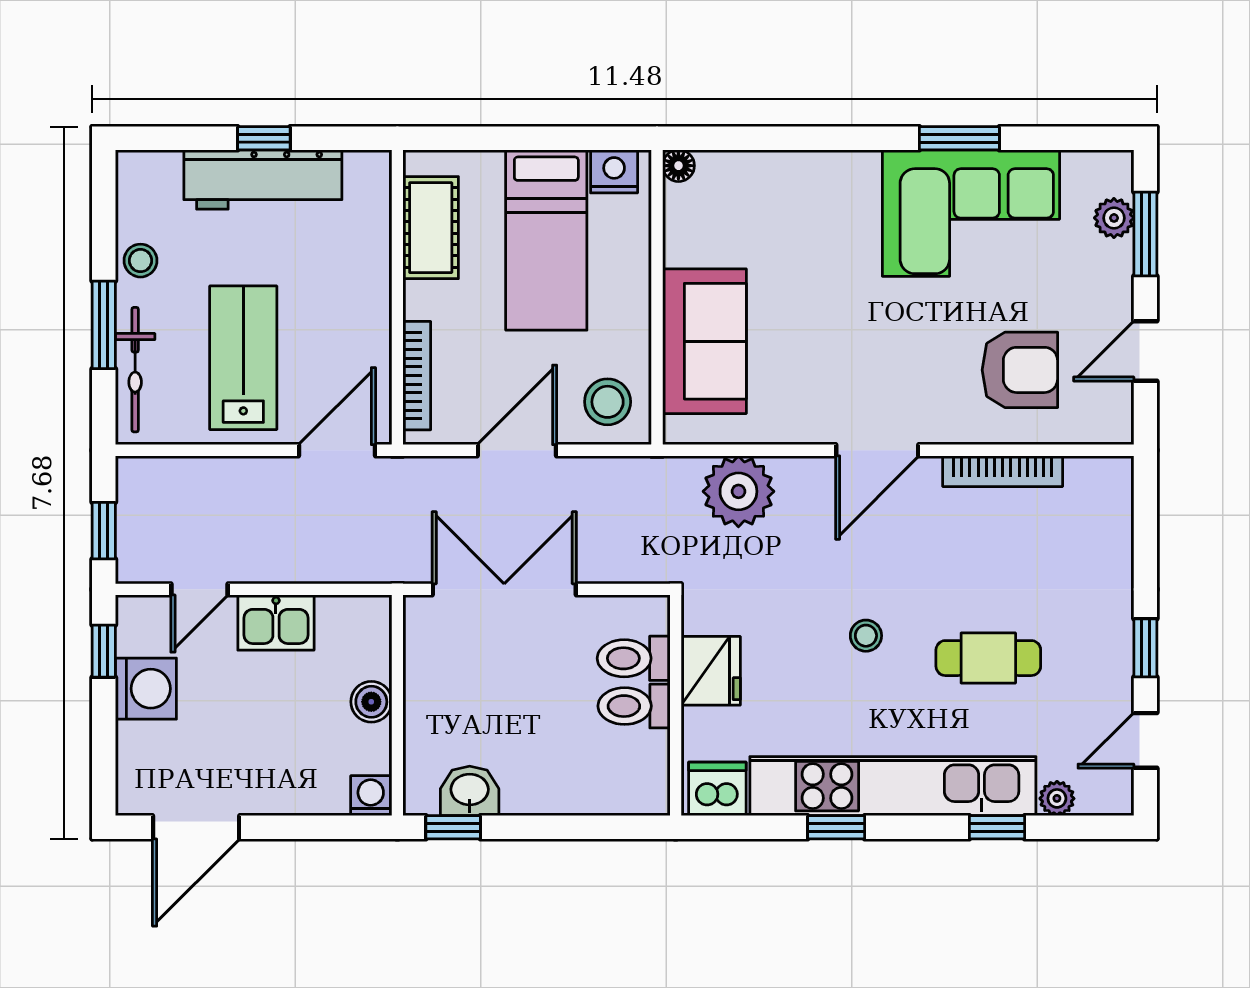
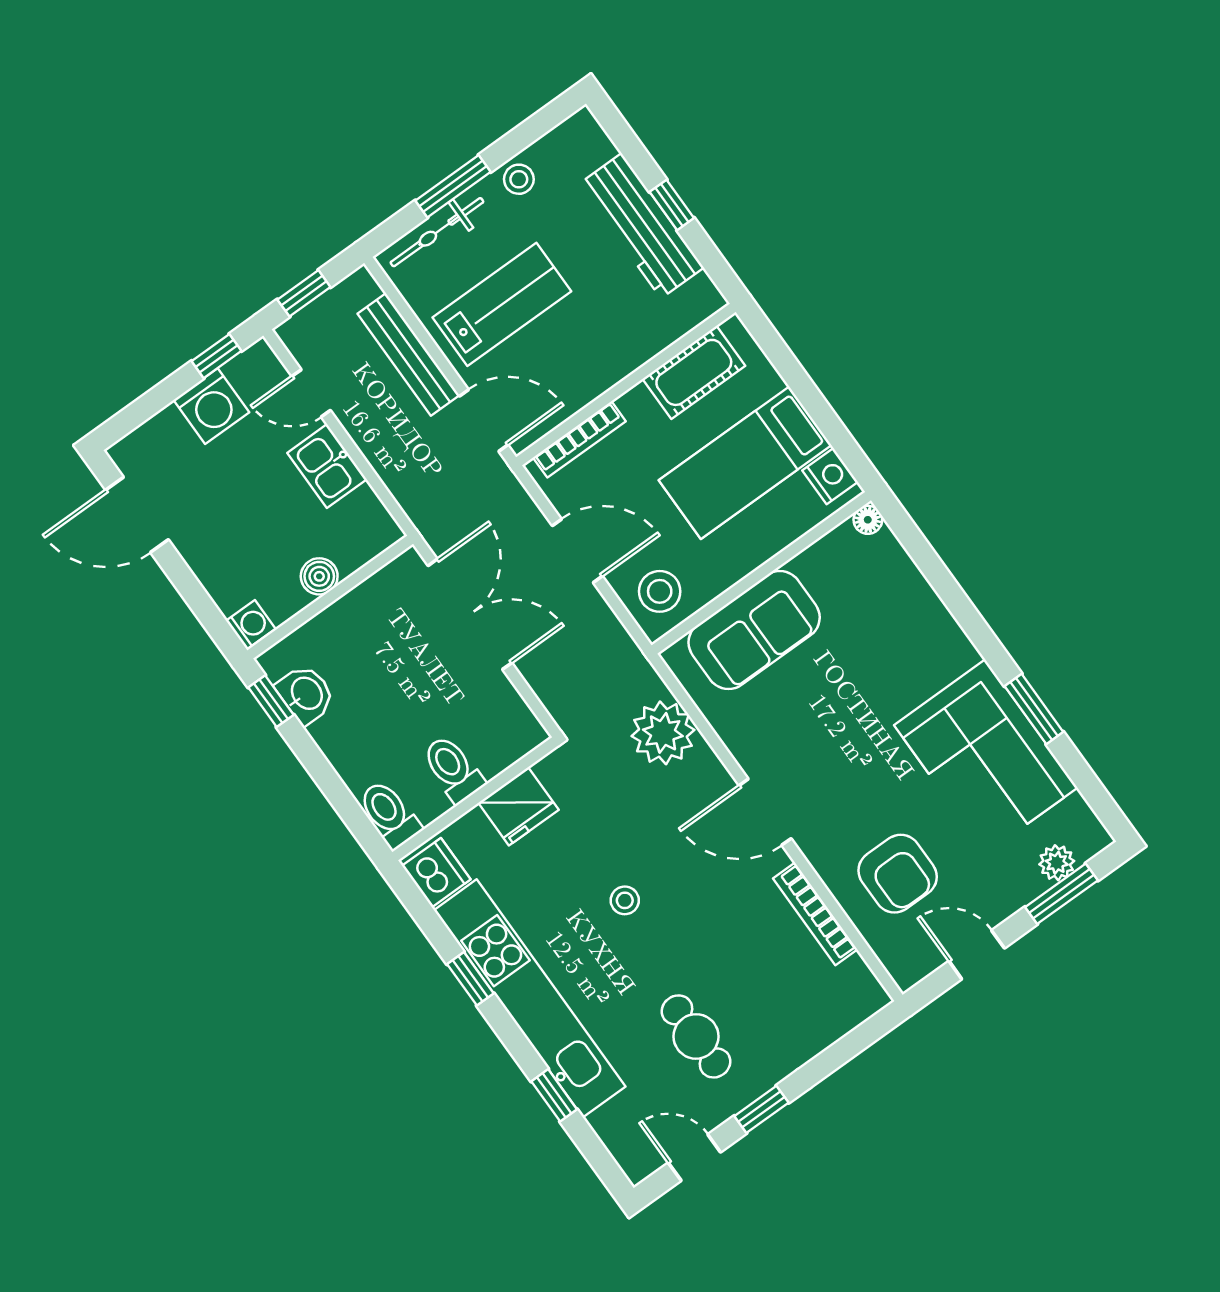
bench: (228, 476) -> (408, 354), added
toilet: (634, 658) -> (389, 814), moved
cafe table: (988, 658) -> (696, 1036), moved
plant: (1057, 798) -> (606, 1124), removed

